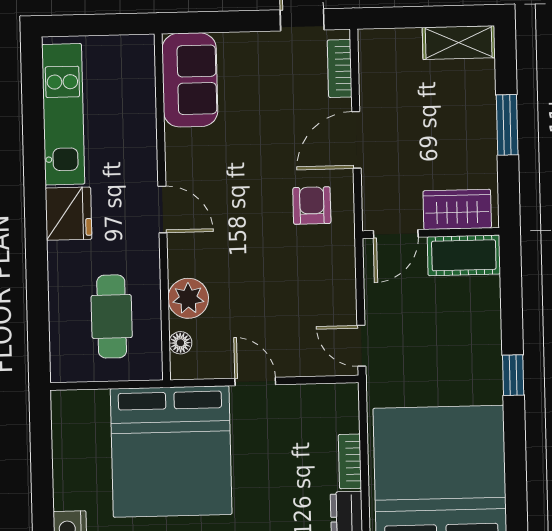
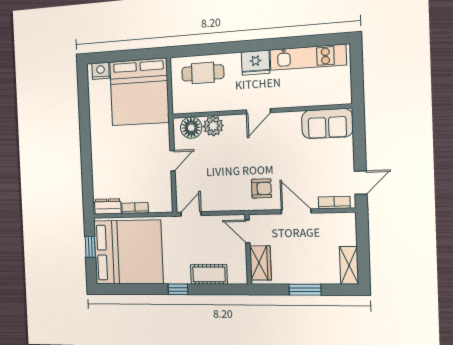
cot: (464, 255) -> (209, 274), moved, turned 90
cafe table: (112, 316) -> (203, 73), moved
floor lamp: (180, 343) -> (191, 128), width x1.89, depth x1.89
bed: (171, 451) -> (139, 92), moved, turned -90

